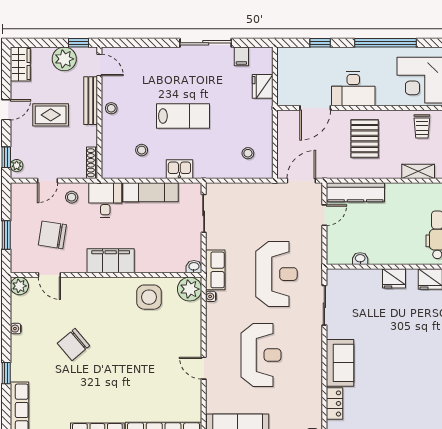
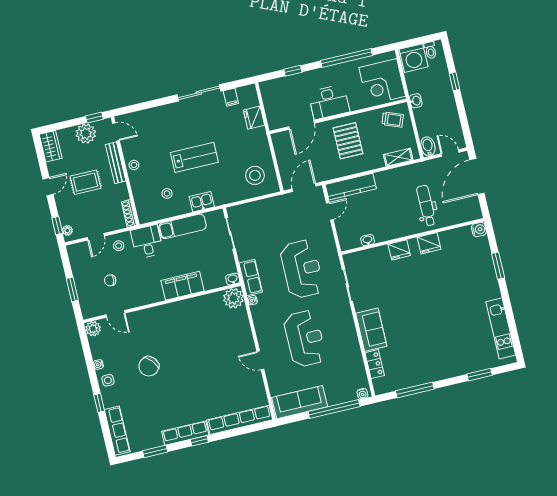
trolley: (422, 126) -> (393, 120), turned -69
stool: (248, 153) -> (255, 175), width x1.89, depth x1.89
chair: (52, 235) -> (110, 280), width x0.54, depth x0.54
filing cabinet: (111, 261) -> (183, 286), moved
side table: (149, 297) -> (108, 380), moved, width x0.54, depth x0.54

